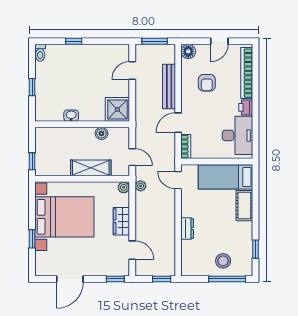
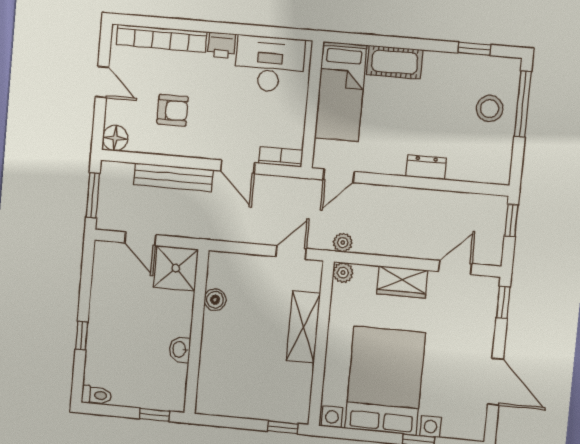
shower: (117, 109) -> (176, 268), moved
washbasin: (71, 116) -> (180, 349), moved
wall: (82, 124) -> (196, 332), moved
boiler: (101, 133) -> (215, 300), moved

